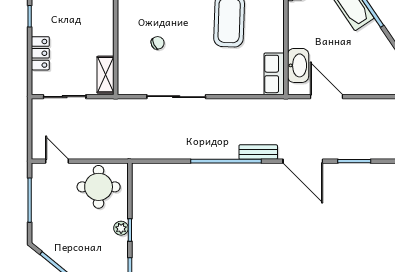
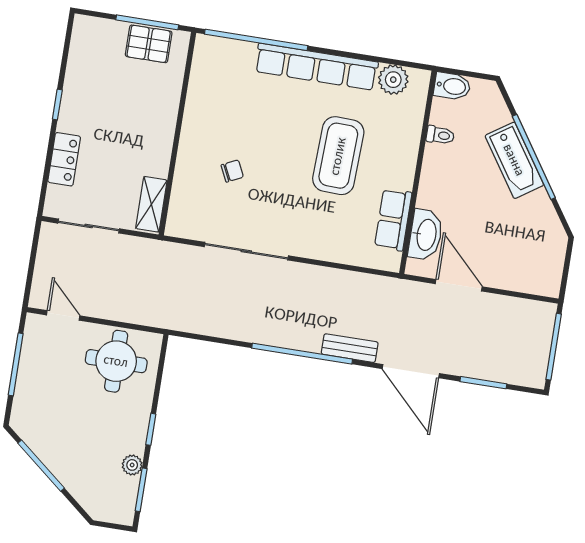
row of seats: (274, 74) -> (393, 220), moved
plant: (121, 228) -> (132, 465), moved

